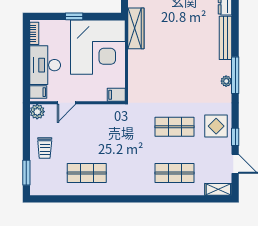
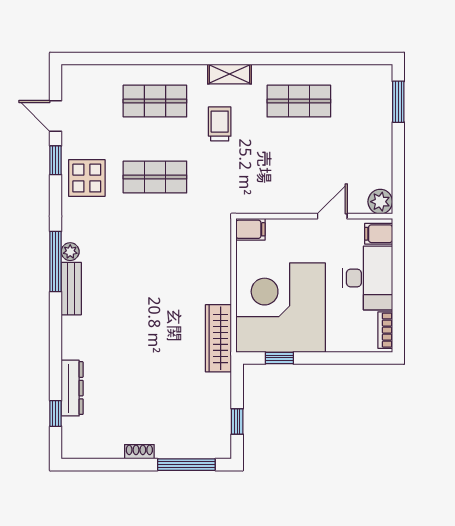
window: (74, 16) -> (279, 358), moved
bench: (226, 38) -> (71, 289), moved, width x0.73
trolley: (45, 148) -> (220, 124), moved
shelving: (218, 189) -> (229, 74), moved

